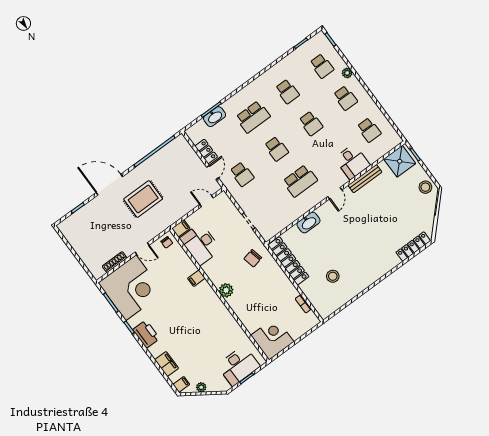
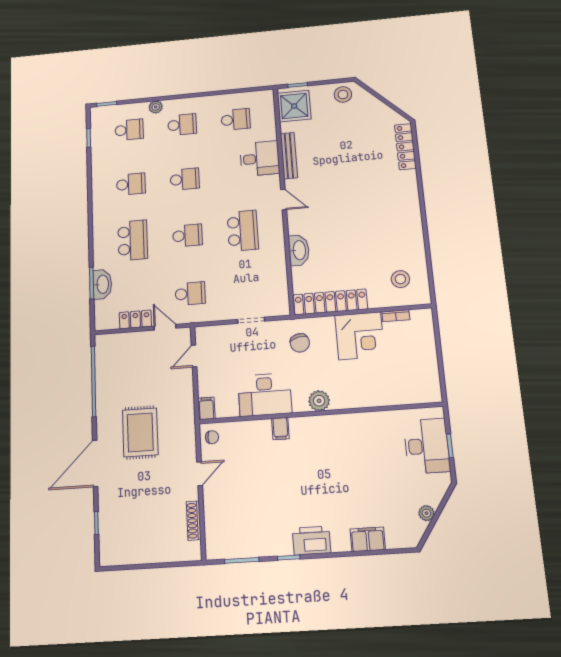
desk: (200, 244) -> (265, 395), moved
stool: (333, 276) -> (400, 279), moved
corner desk: (131, 288) -> (239, 521), removed
corner desk: (272, 339) -> (360, 336), moved, turned 180
filing cabinet: (181, 384) -> (407, 537), removed

